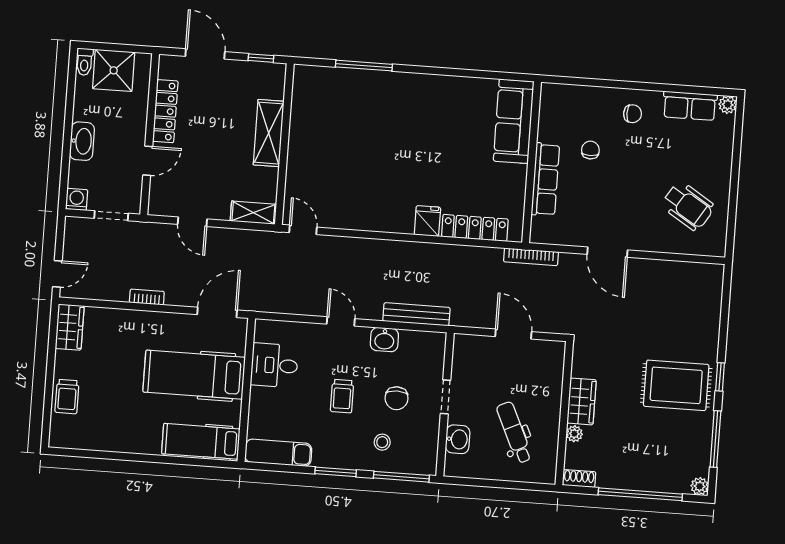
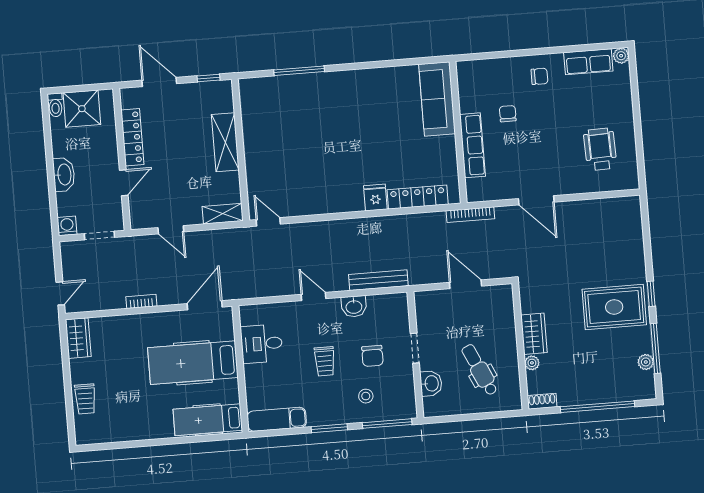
wheelchair: (688, 206) -> (600, 149), turned -124
plant: (700, 486) -> (646, 362), moved

